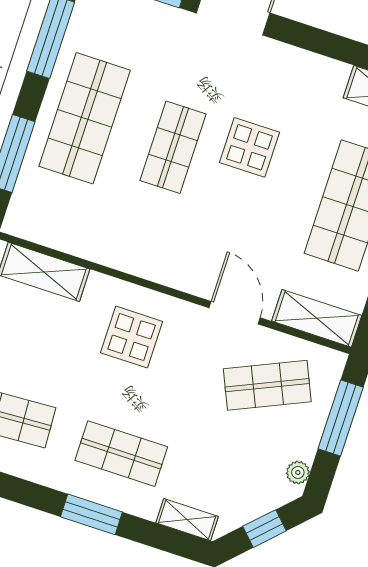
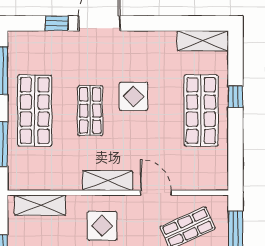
shelving: (317, 318) -> (108, 181), moved

